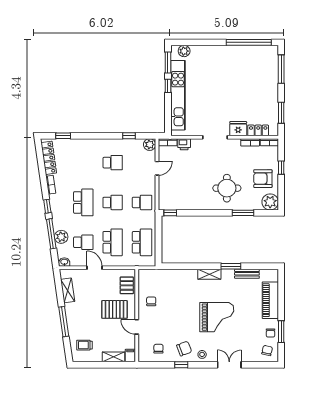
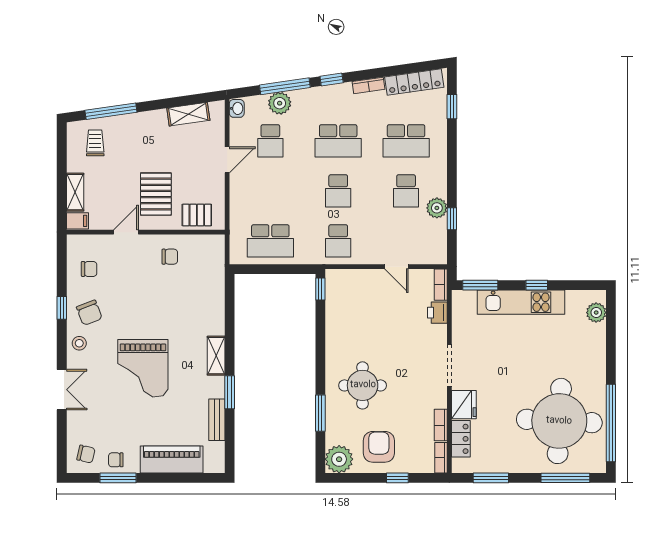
window: (168, 63) -> (480, 285), moved
round table: (248, 73) -> (559, 421), added
kitchen unit: (178, 95) -> (521, 302), width x0.73
plant: (150, 145) -> (437, 208), moved
school desk: (113, 242) -> (406, 141), moved
window: (64, 322) -> (111, 111), moved

